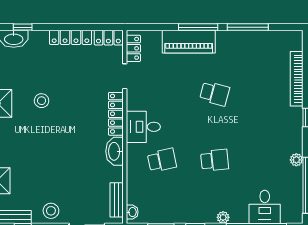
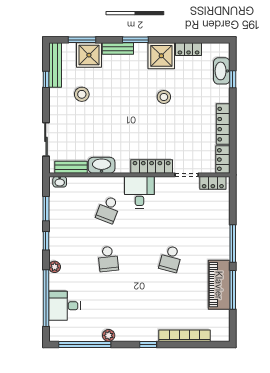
piano: (189, 42) -> (219, 285), moved
washbasin: (115, 151) -> (102, 165), moved
school desk: (162, 160) -> (108, 210), turned 33
stool: (51, 211) -> (82, 94), moved

